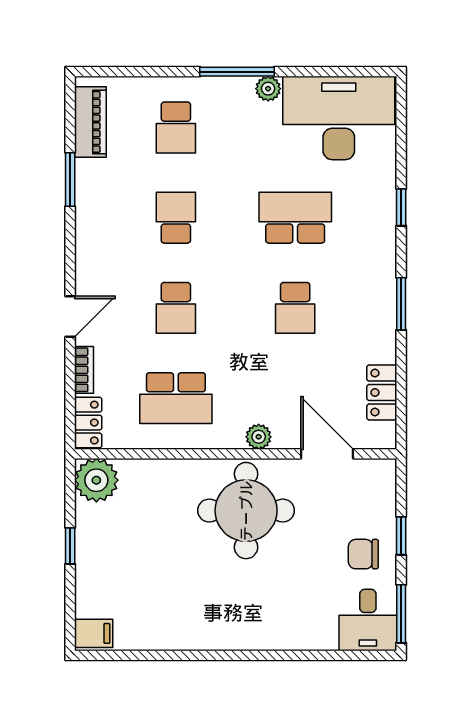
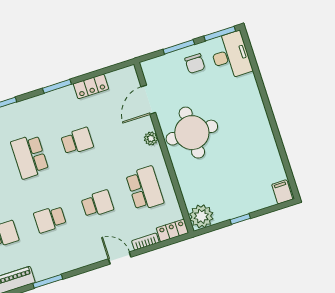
locker: (382, 393) -> (91, 86), moved
window: (401, 536) -> (179, 47), width x1.50
desk: (368, 620) -> (231, 56), width x1.37

